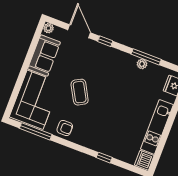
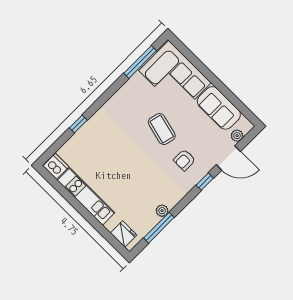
plant: (49, 28) -> (237, 136), moved
window: (146, 57) -> (159, 228), moved
coffee table: (80, 92) -> (162, 129), turned 43
armchair: (65, 128) -> (184, 160), moved

